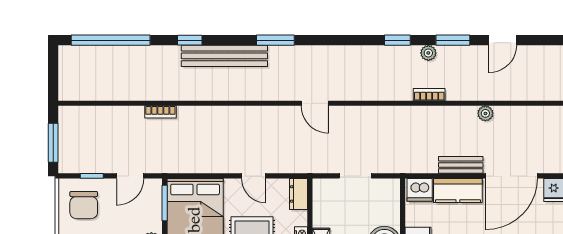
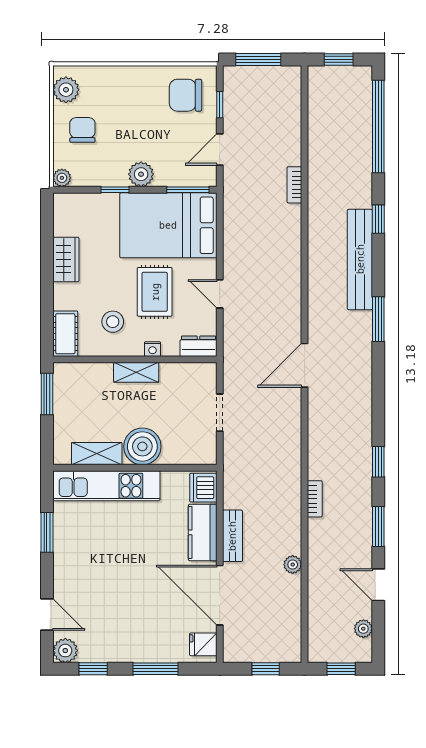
plant: (428, 53) -> (363, 629), moved
window: (53, 74) -> (339, 59), added
door: (315, 103) -> (305, 365), width x1.38
door: (130, 176) -> (220, 150), hinge flipped
door: (254, 176) -> (220, 294), hinge flipped

